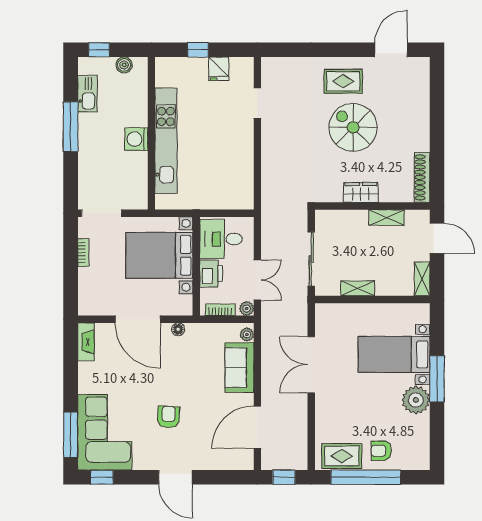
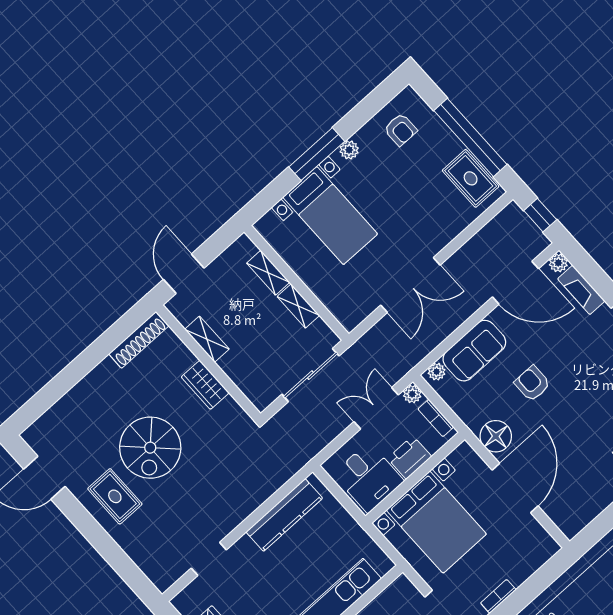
kitchen counter: (243, 170) -> (284, 515), added
shelving: (422, 279) -> (268, 273), moved, turned 90
floor lamp: (178, 329) -> (496, 436), width x1.89, depth x1.89
fireplace: (86, 342) -> (581, 290), moved, turned -90
plant: (416, 400) -> (349, 150), width x0.53, depth x0.53
armchair: (168, 417) -> (532, 383), moved, turned 87
armchair: (381, 451) -> (401, 130), moved
plant: (246, 463) -> (558, 263), added

